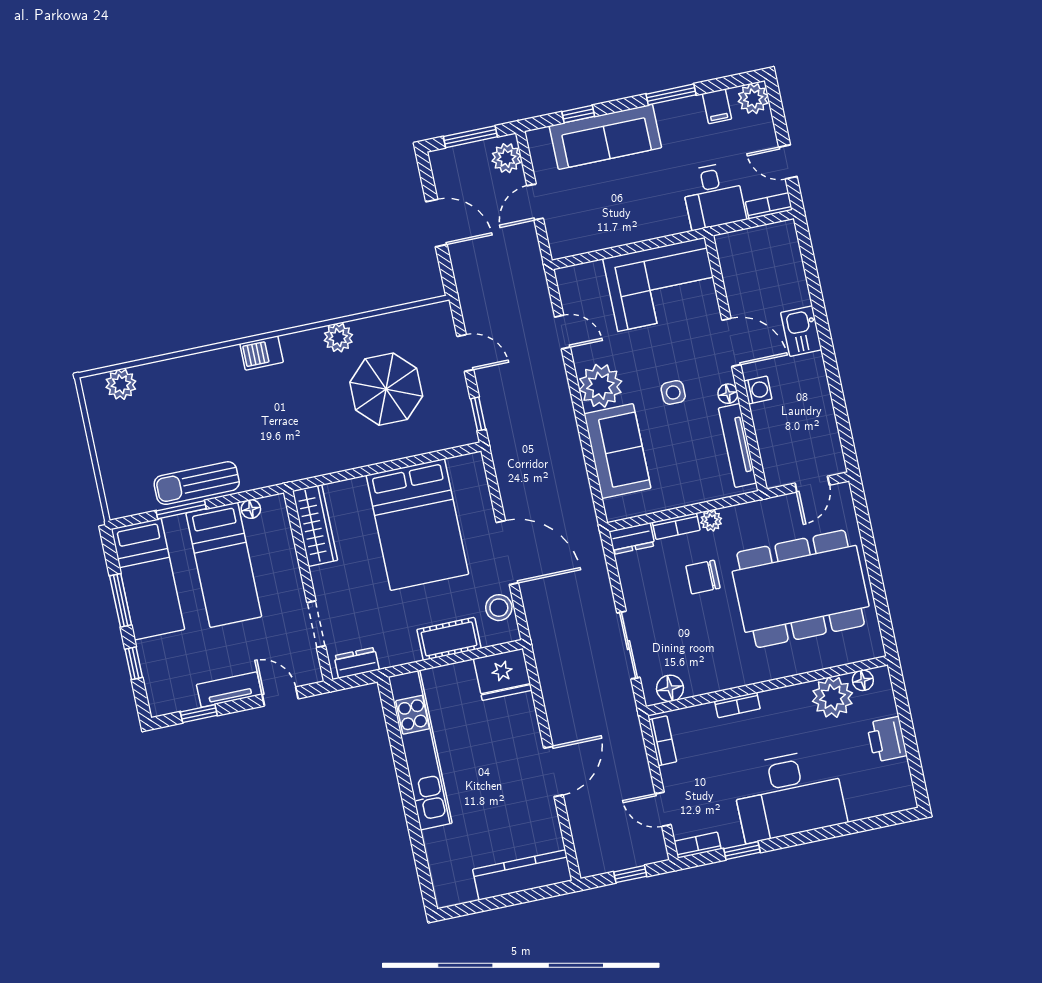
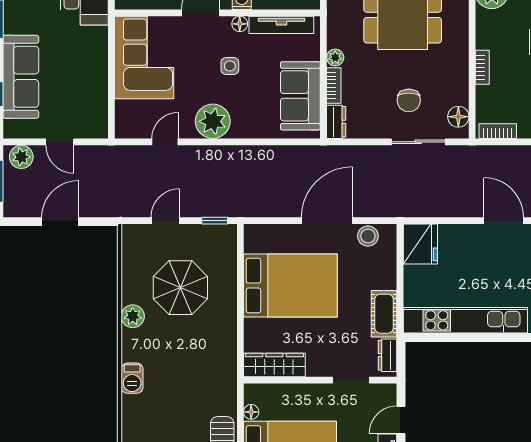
sofa: (617, 451) -> (300, 96), moved, turned -90
chair: (703, 577) -> (409, 100), moved
cot: (449, 639) -> (384, 314), moved

